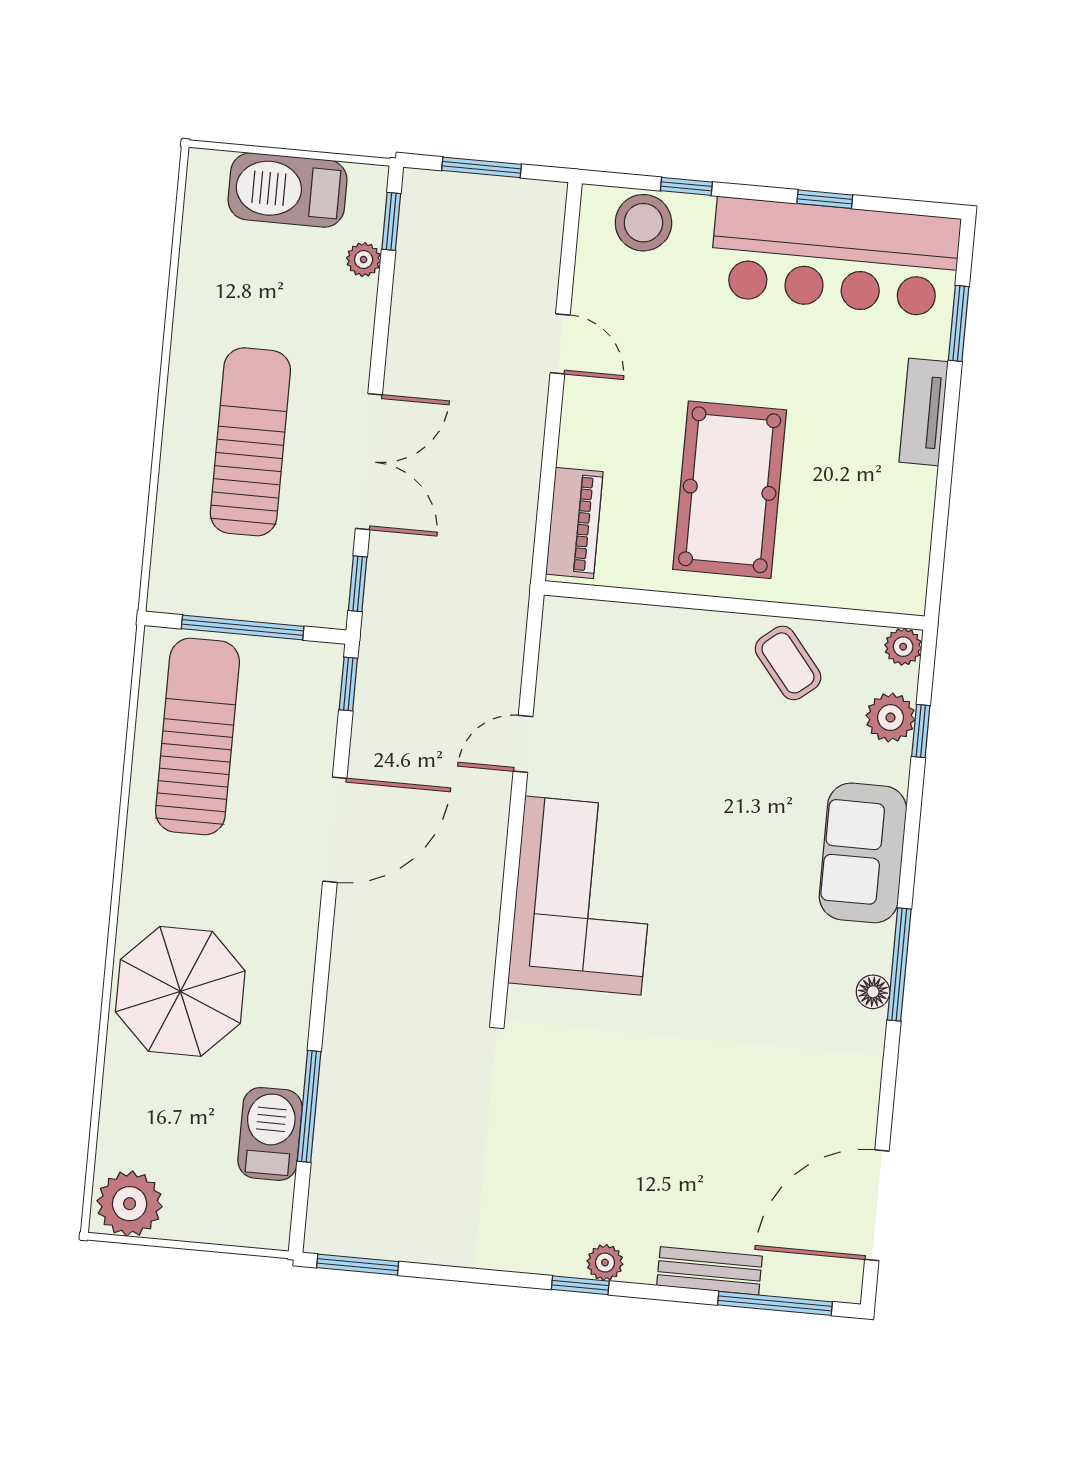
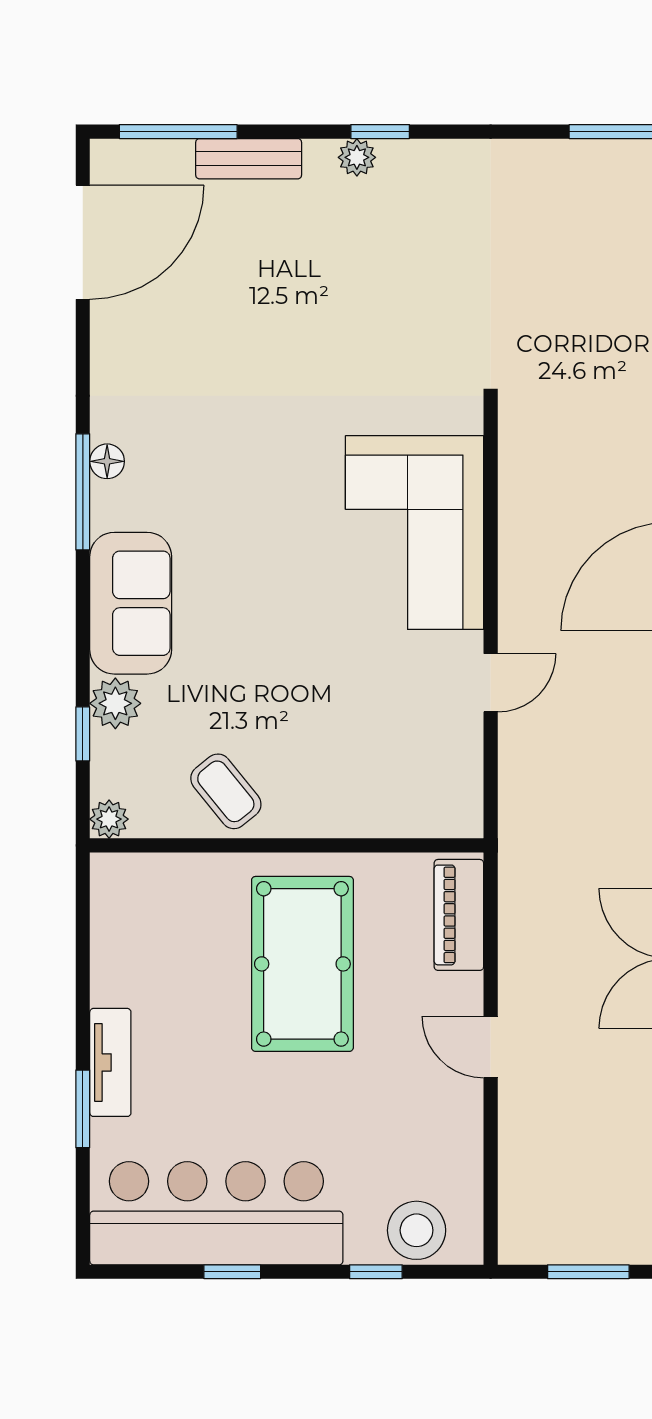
window: (959, 323) -> (83, 1109), moved
door: (560, 344) -> (491, 1047), moved
plant: (890, 718) -> (115, 703), moved

